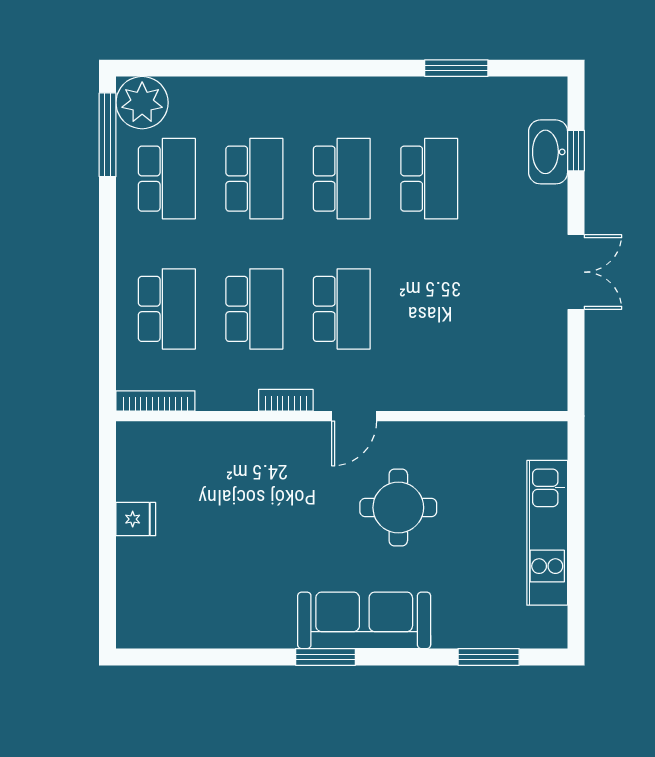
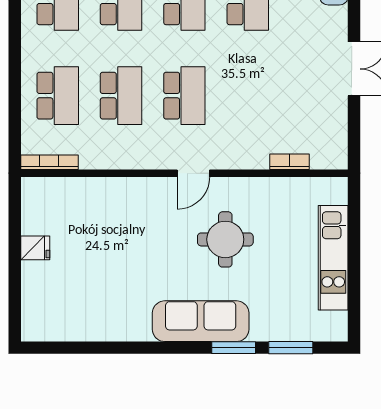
bookcase: (286, 400) -> (290, 162), moved
window: (326, 657) -> (234, 348), moved

